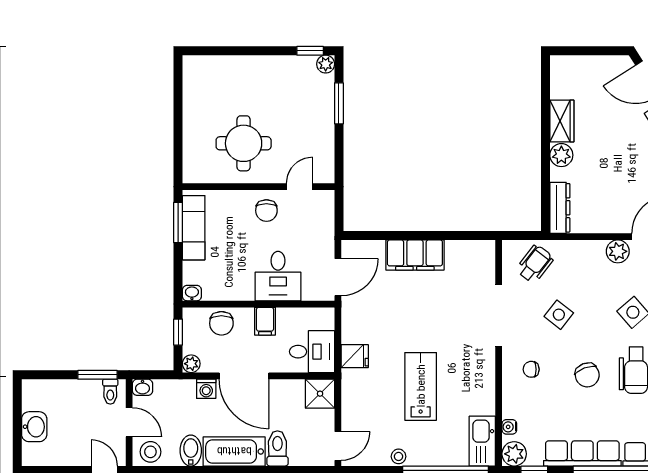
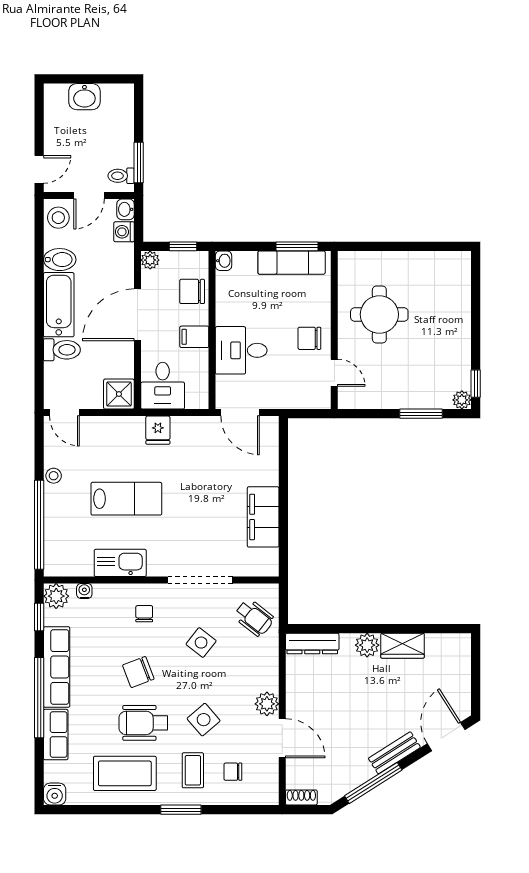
filing cabinet: (415, 255) -> (263, 517), moved
washing machine: (206, 389) -> (124, 232), moved
kitchen sink: (482, 441) -> (120, 563), moved

